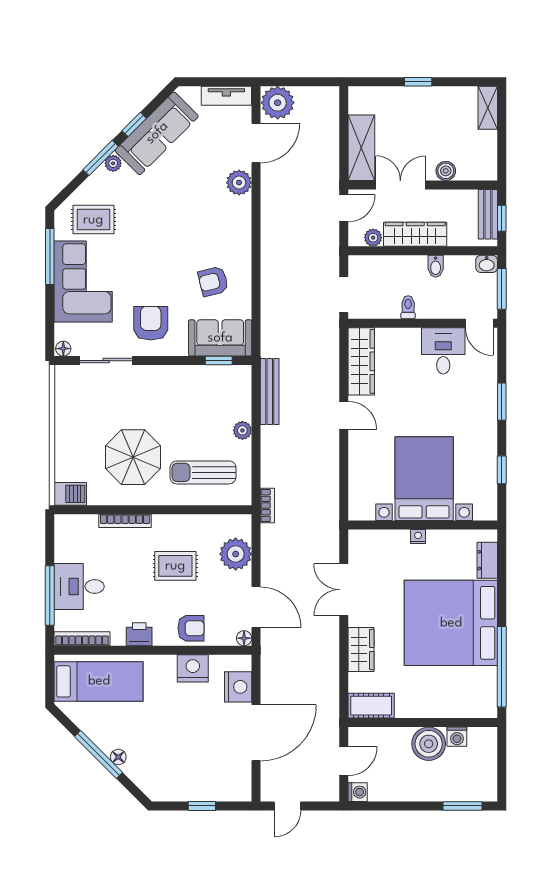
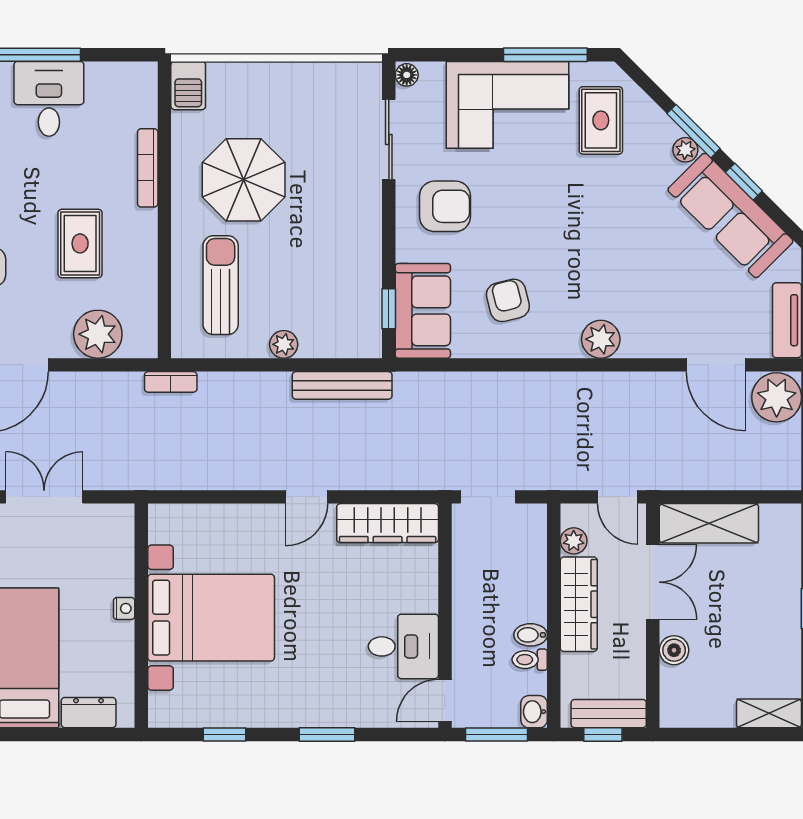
plant: (239, 183) -> (601, 339), moved
toilet: (408, 307) -> (530, 660), moved, turned 180

